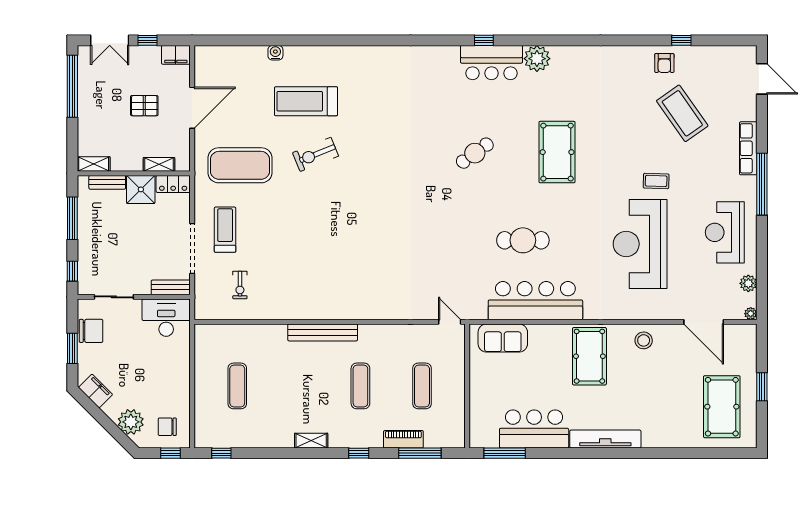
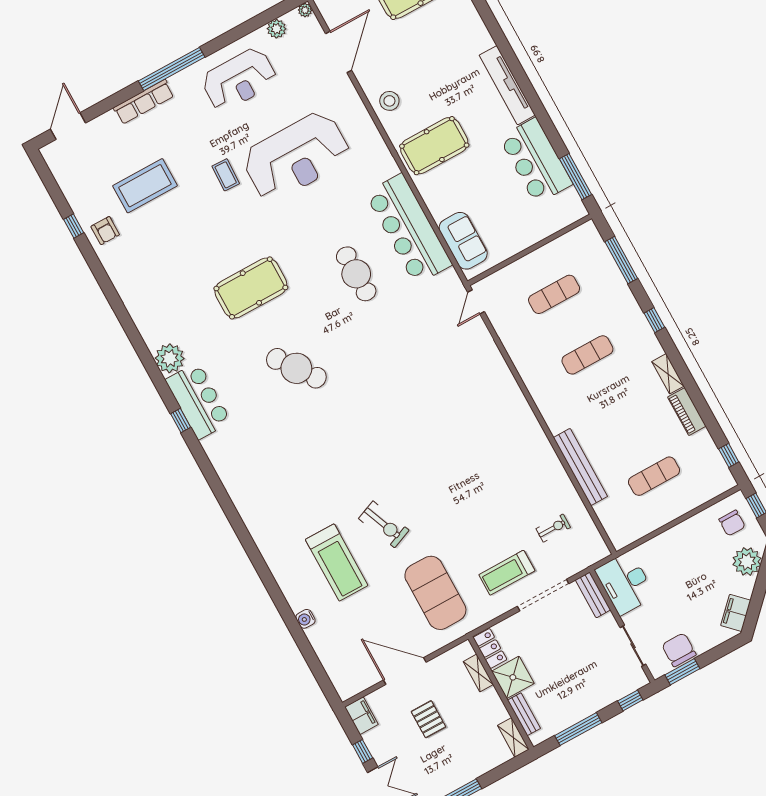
armchair: (664, 63) -> (105, 231), turned 90
coffee table: (682, 113) -> (145, 186), turned 35
cafe table: (475, 153) -> (296, 368), width x1.37, depth x1.35
bench: (323, 332) -> (580, 467), moved
window: (72, 348) -> (682, 672), moved
piano: (403, 439) -> (687, 412), moved

